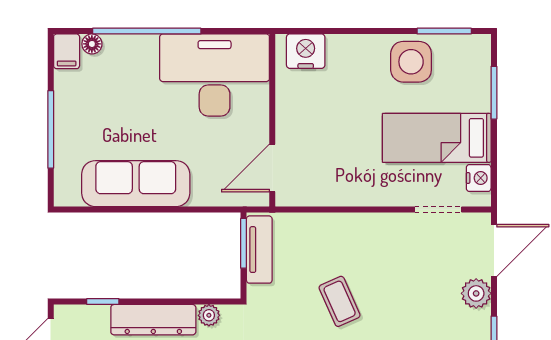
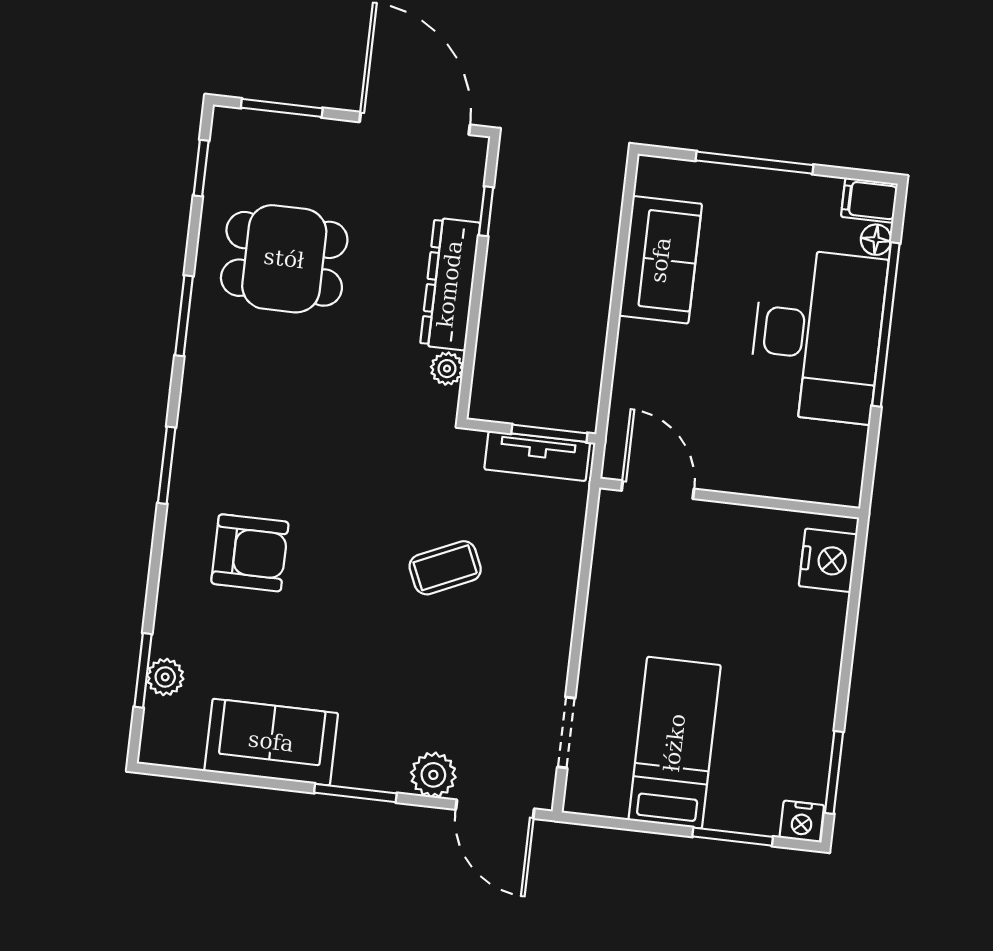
side table: (411, 62) -> (794, 717), removed
desk: (215, 75) -> (818, 335), moved
nightstand: (479, 178) -> (802, 821), moved
sofa: (136, 184) -> (661, 260), width x0.73

